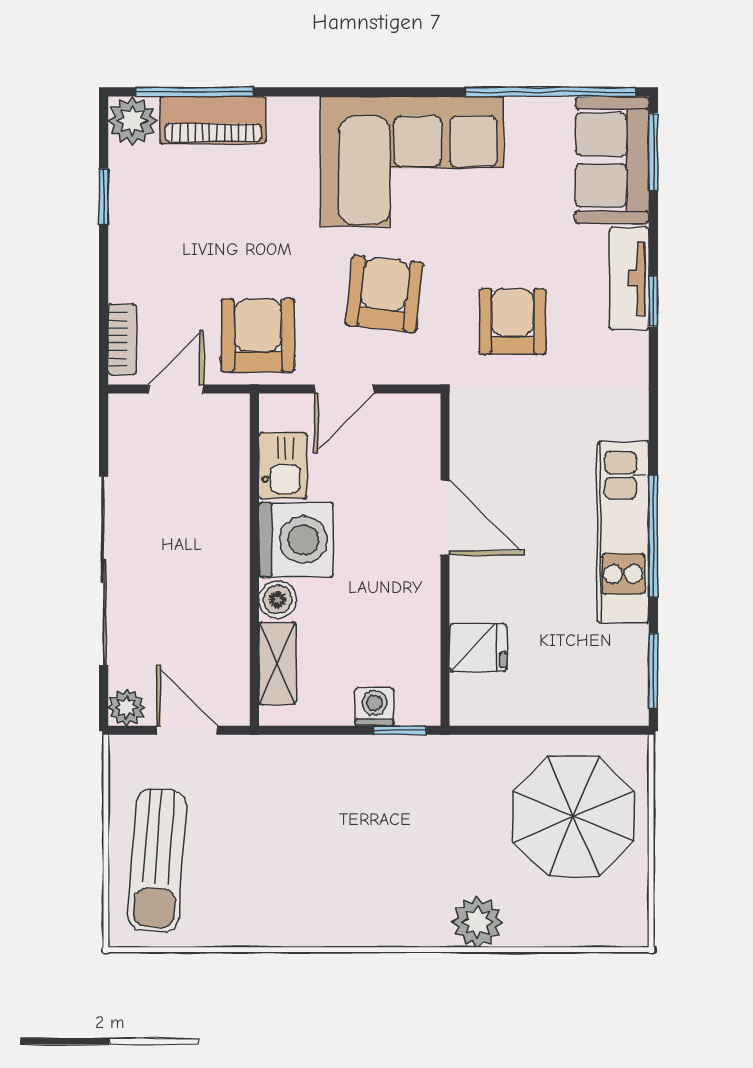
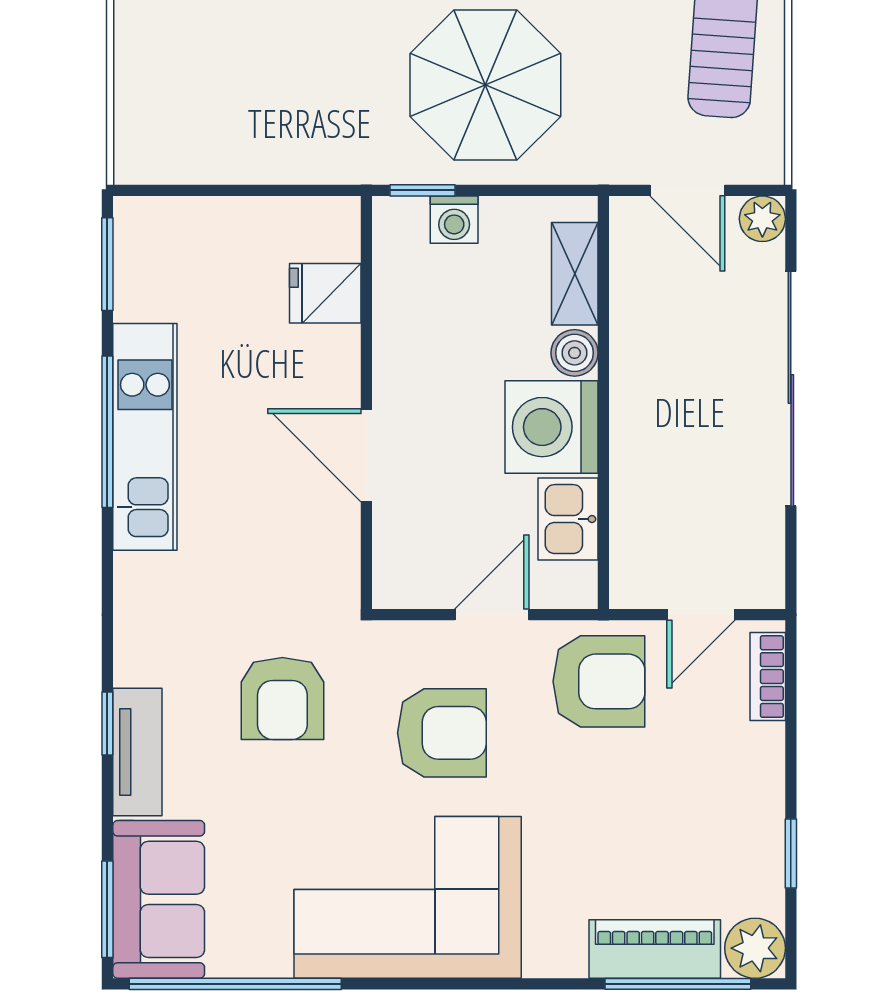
armchair: (384, 294) -> (442, 733), turned -96
armchair: (258, 335) -> (599, 681), turned -90
parasol: (574, 816) -> (485, 85), moved

